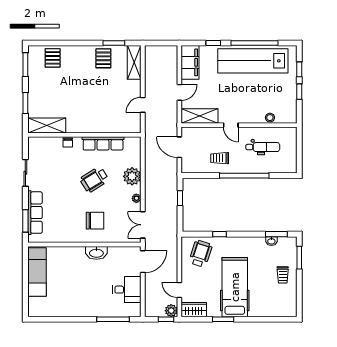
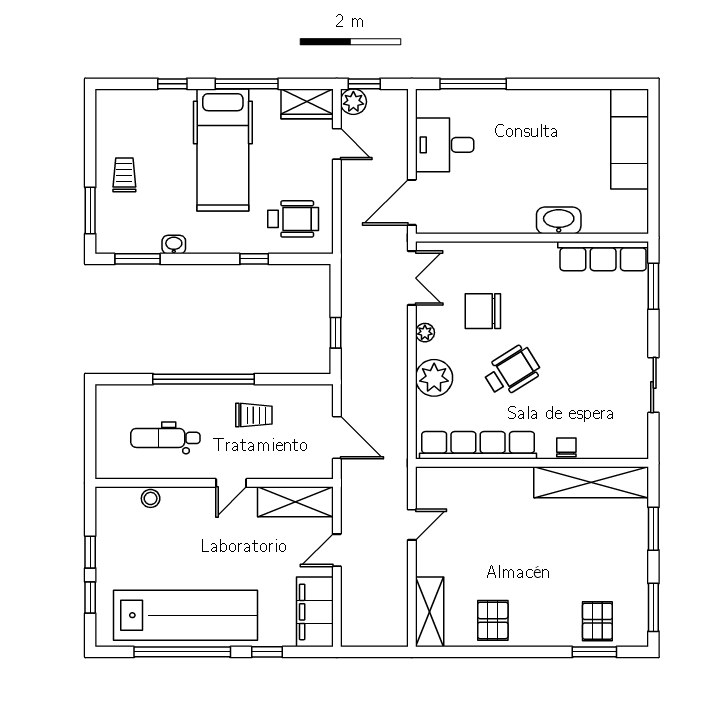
window: (114, 43) -> (594, 652), moved
shelving: (47, 125) -> (591, 482), width x1.47
door: (231, 125) -> (231, 483), swing flipped
row of seats: (103, 143) -> (478, 445), width x1.36
row of seats: (35, 213) -> (603, 256), moved, turned -90
chair: (95, 221) -> (483, 311), moved
washbasin: (271, 241) -> (174, 245), moved
washbasin: (96, 253) -> (559, 220), moved
wheelchair: (201, 254) -> (293, 219), turned -108
exam couch: (37, 272) -> (630, 139), moved
window: (223, 319) -> (247, 84), width x1.44
window: (259, 319) -> (172, 84), added

